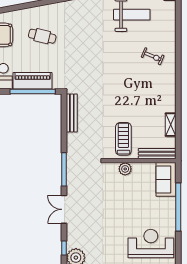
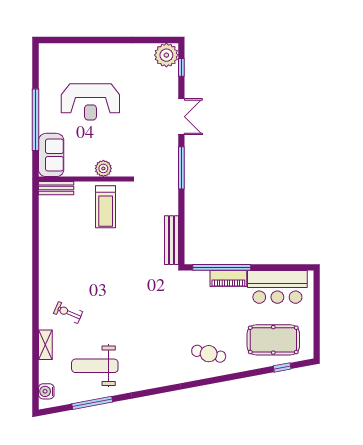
cafe table: (42, 36) -> (209, 354), moved
piano: (33, 81) -> (228, 279), width x0.73, depth x0.75
shelving: (171, 125) -> (45, 345), moved
bench: (157, 154) -> (56, 188), width x0.73
reception desk: (151, 243) -> (90, 102), moved

